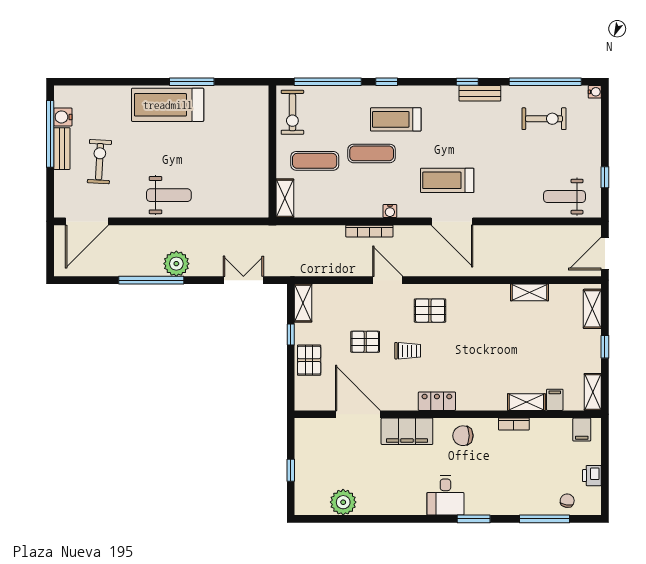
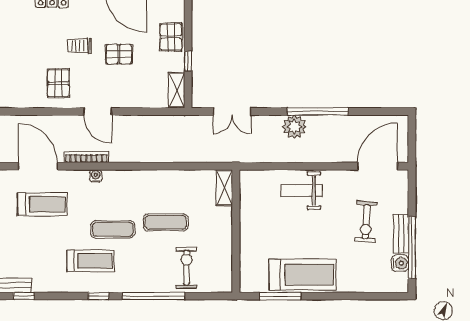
wall: (272, 152) -> (236, 231), moved
shelving: (285, 198) -> (224, 188), moved
bookcase: (369, 231) -> (86, 157), moved
pallet: (430, 311) -> (58, 83), turned 90

